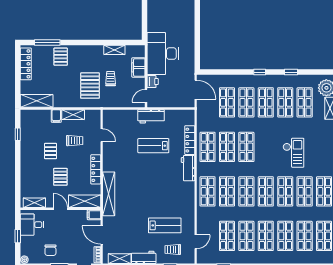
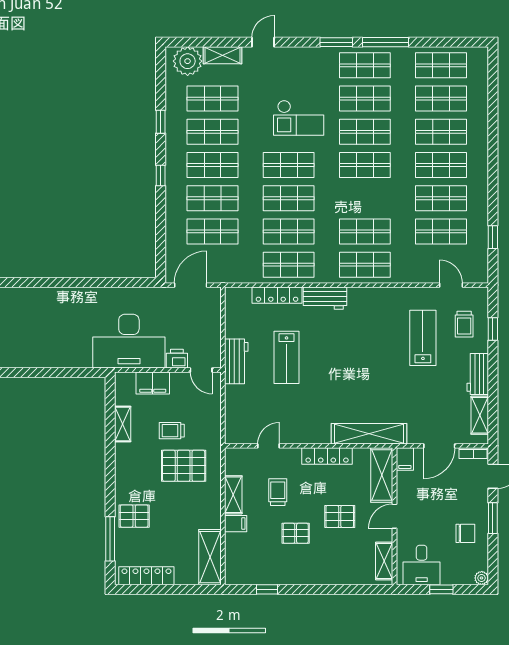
checkout: (293, 153) -> (299, 118), turned 180
shop shelf: (246, 191) -> (289, 165), moved

